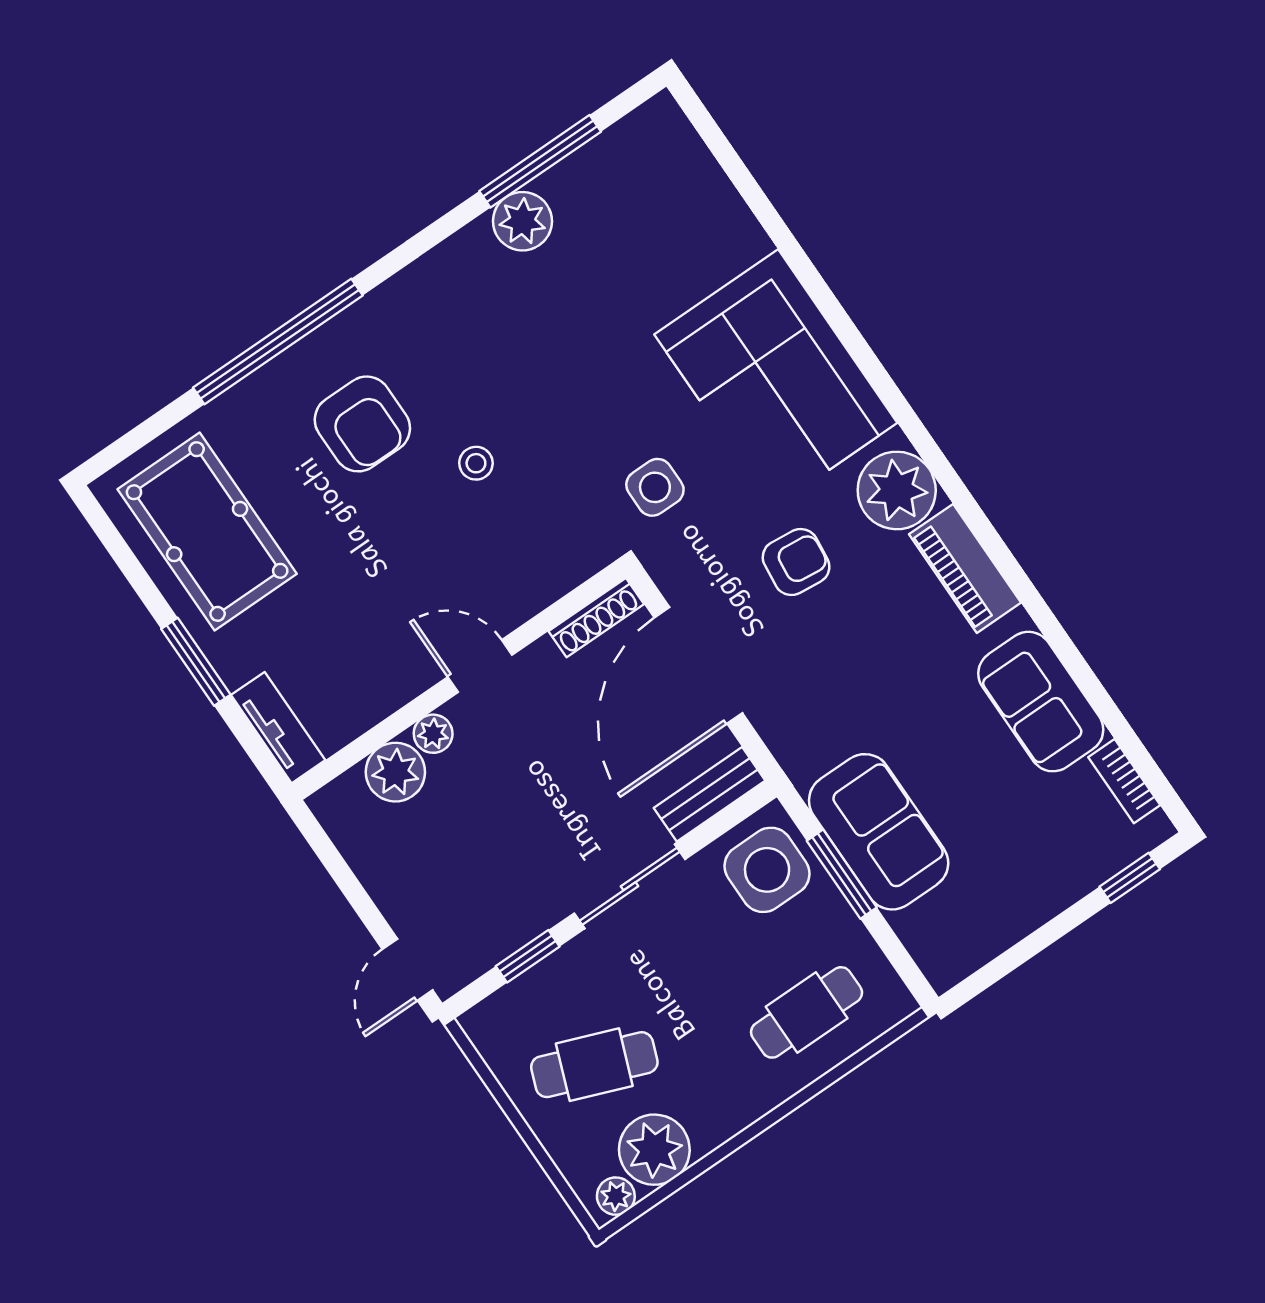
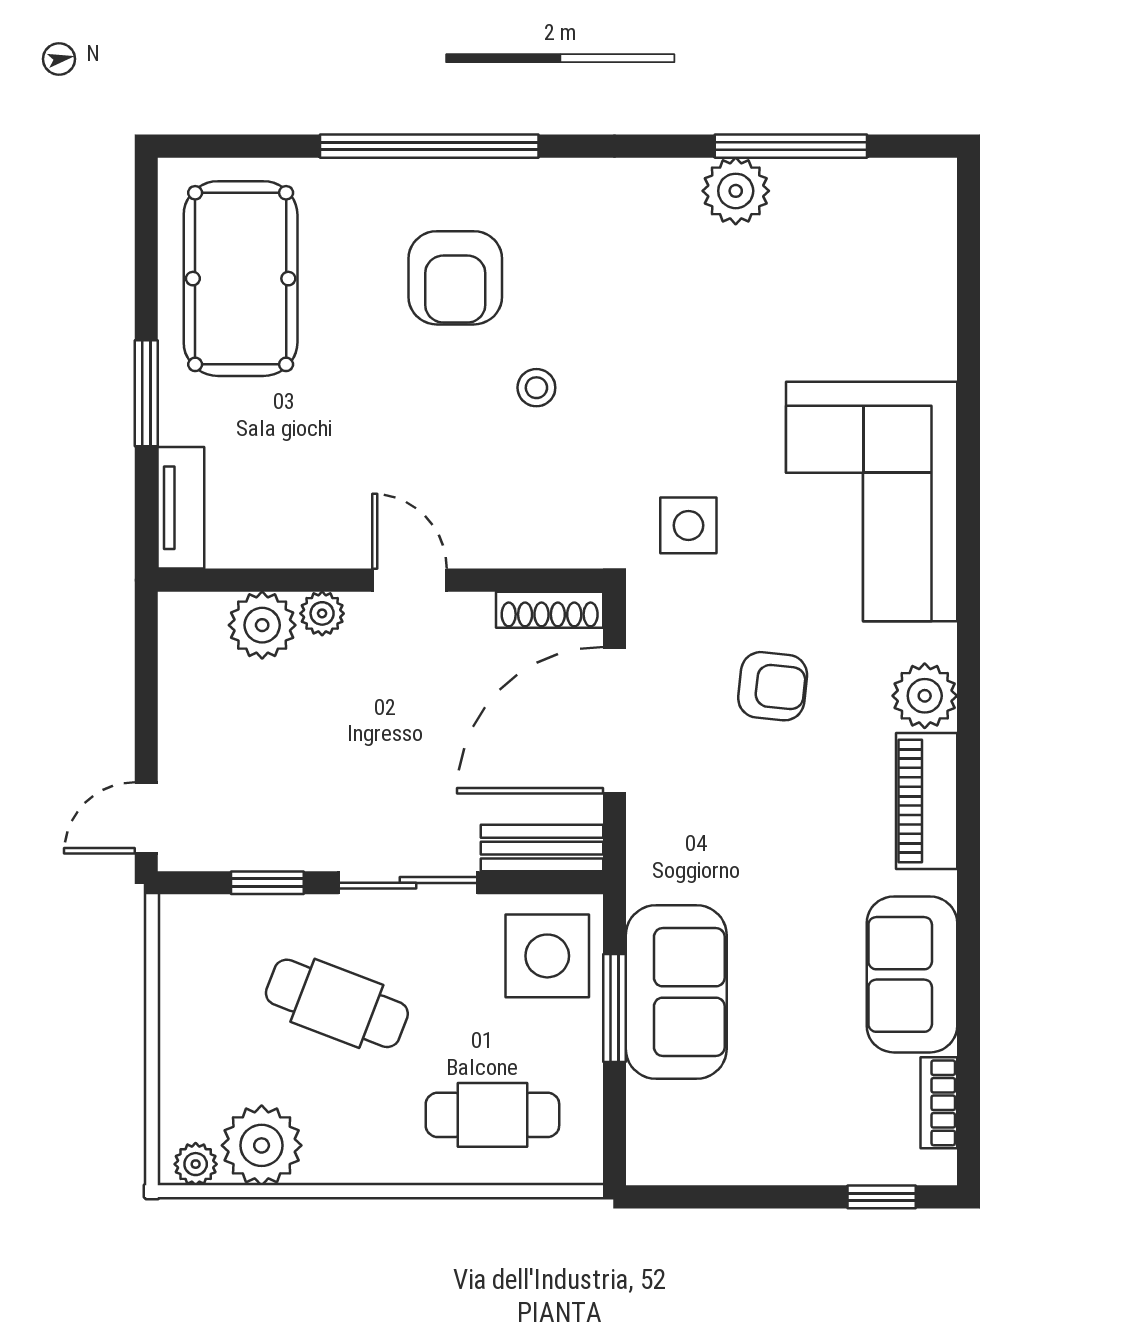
plant: (897, 490) -> (925, 696), width x0.73, depth x0.73
cafe table: (594, 1065) -> (337, 1003), moved

